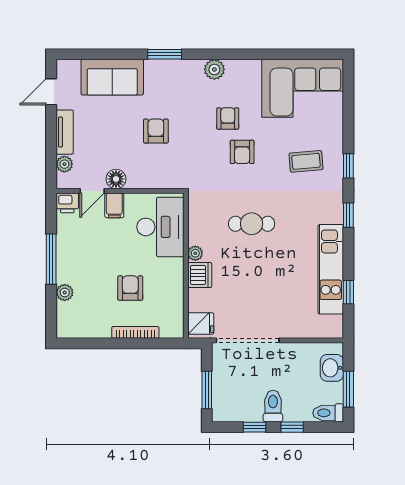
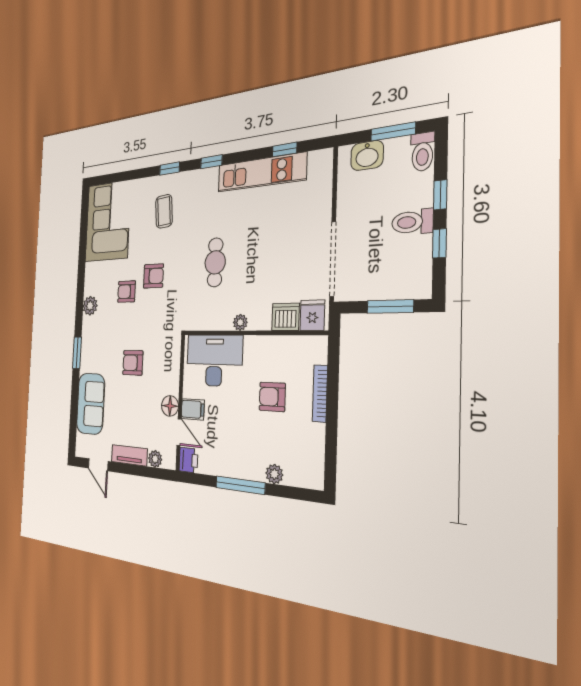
dishwasher: (200, 275) -> (286, 317), moved

